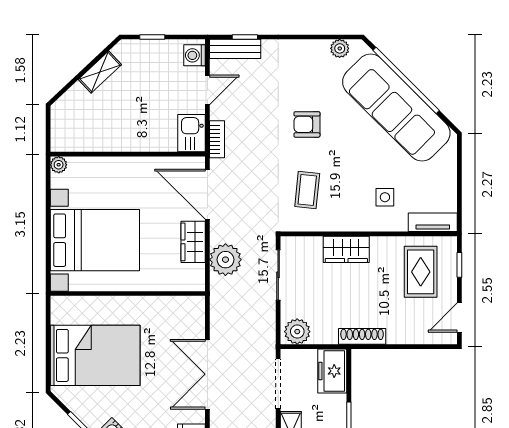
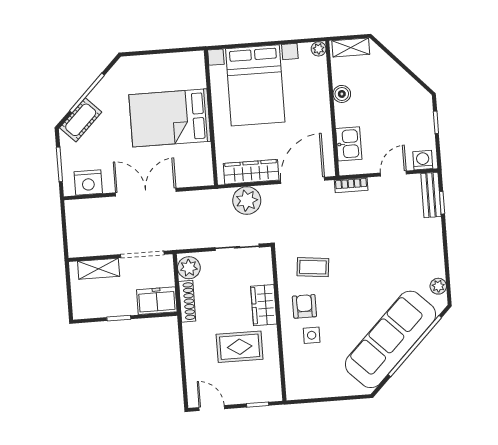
shelving: (100, 72) -> (351, 47), moved, turned -47
door: (207, 90) -> (393, 174), swing flipped
armchair: (307, 124) -> (304, 306), moved
kitchen sink: (191, 133) -> (349, 144), moved, turned 90
boiler: (112, 142) -> (342, 94), added
tv unit: (433, 222) -> (293, 379), removed
wardrobe: (193, 242) -> (251, 172), width x1.50
rug: (421, 272) -> (240, 347), moved
shoe rack: (362, 336) -> (187, 301), moved
bed: (95, 355) -> (170, 118), moved, turned 90

